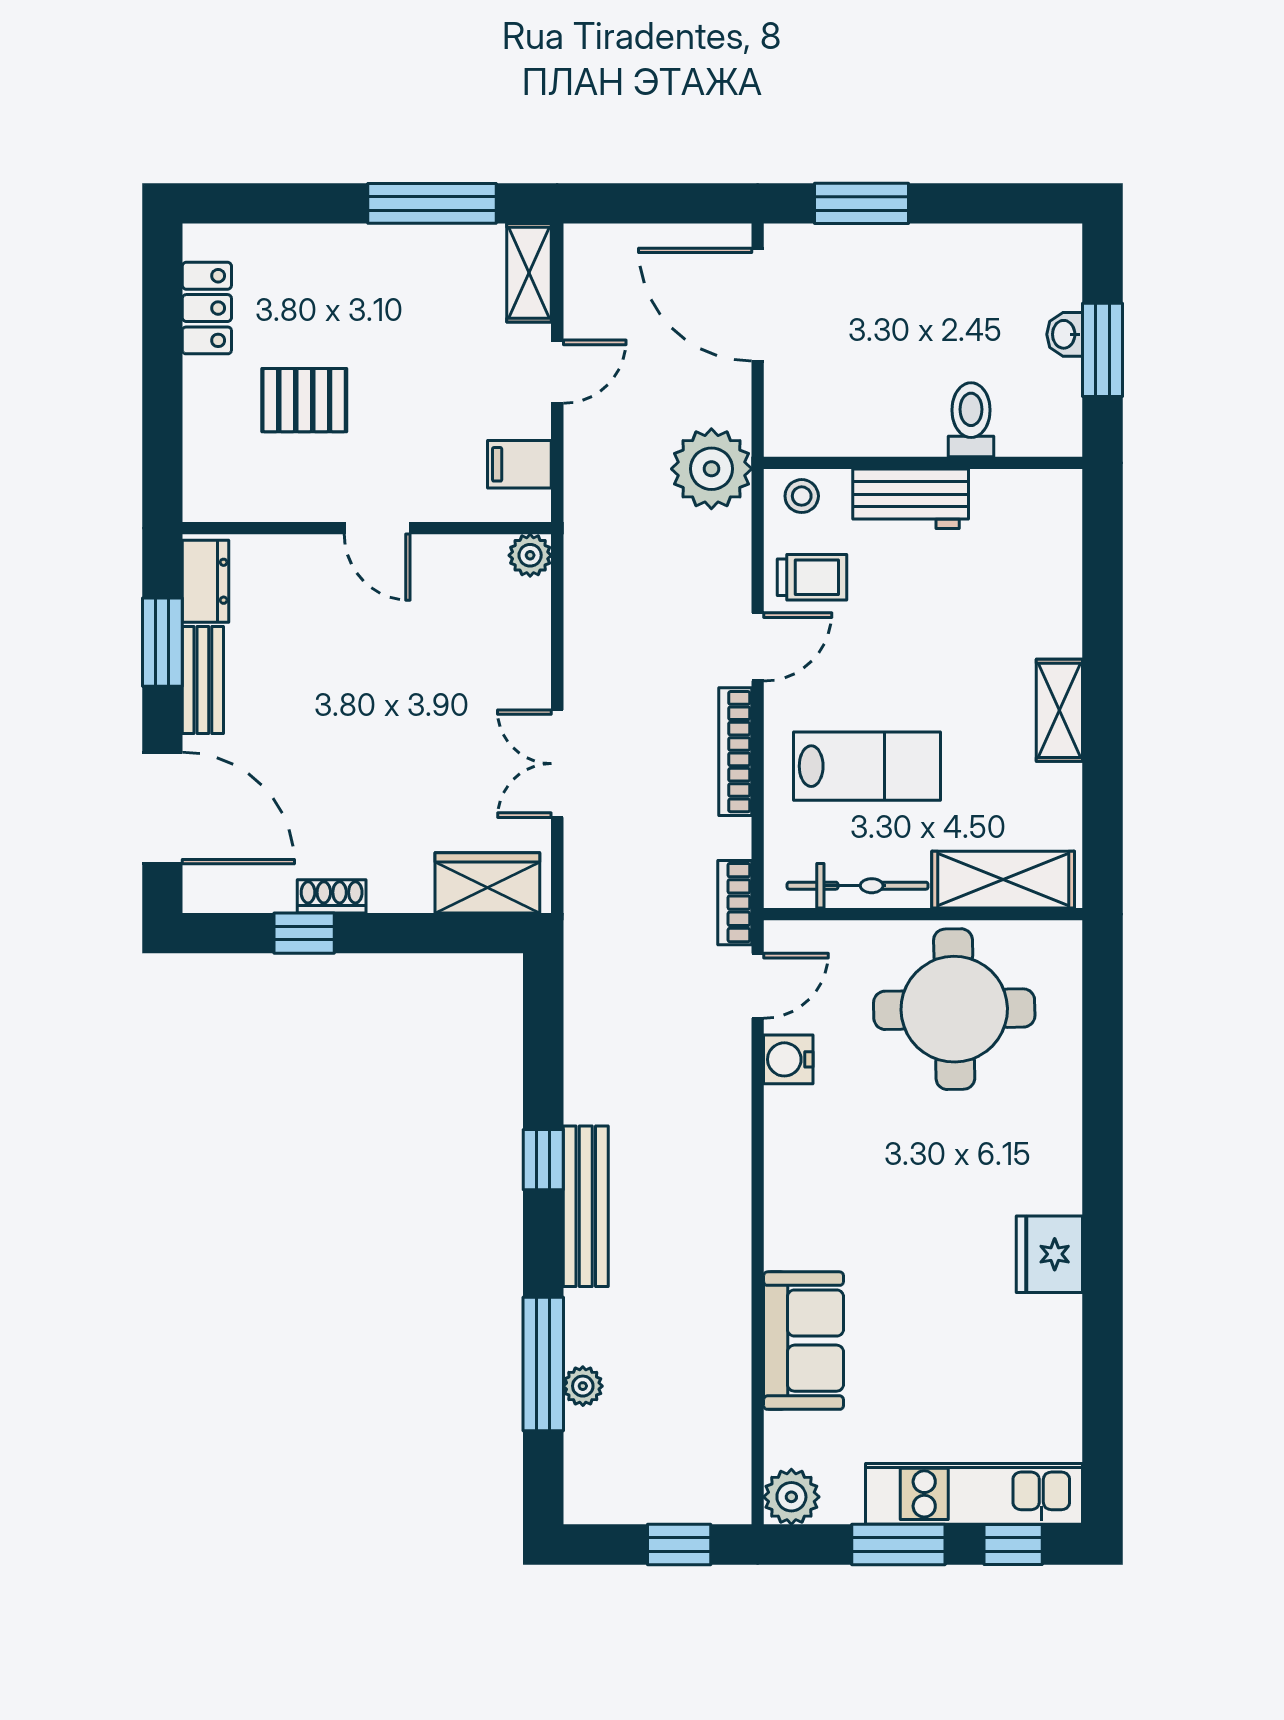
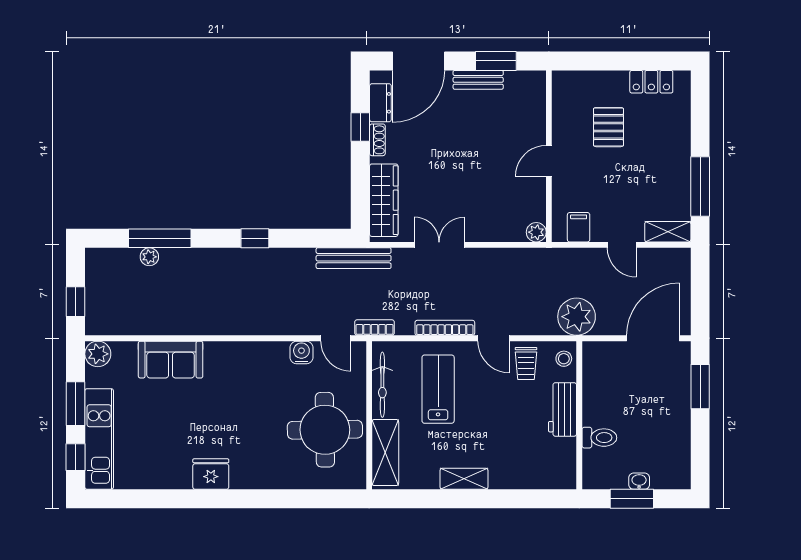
dresser: (206, 581) -> (380, 103), moved, turned -90
lab bench: (867, 766) -> (438, 389), turned 180
wardrobe: (487, 883) -> (384, 200), width x1.50
bench: (586, 1206) -> (354, 258), moved

